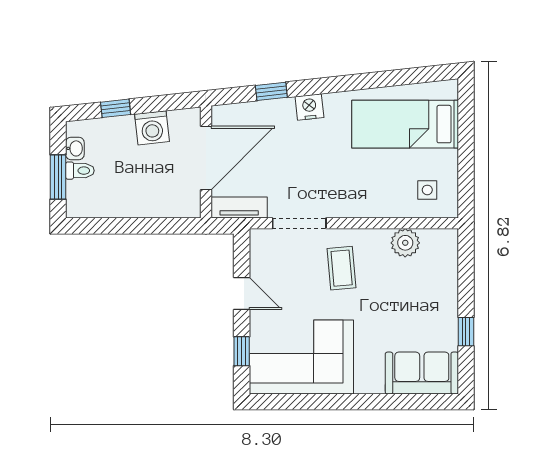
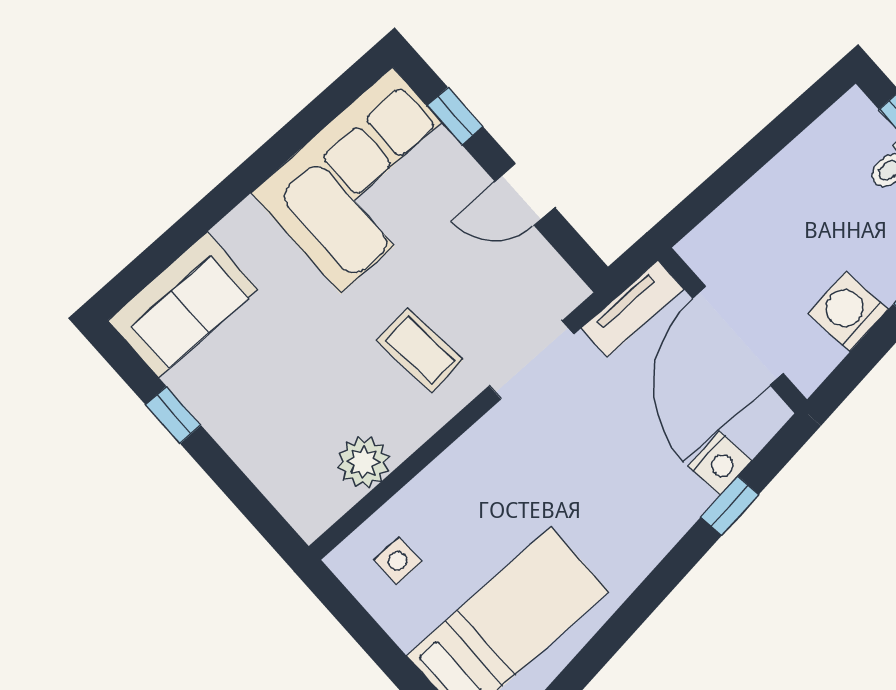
nightstand: (309, 107) -> (720, 463), moved

